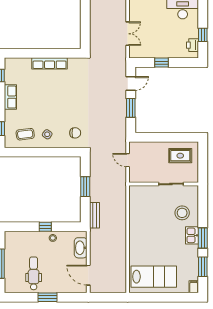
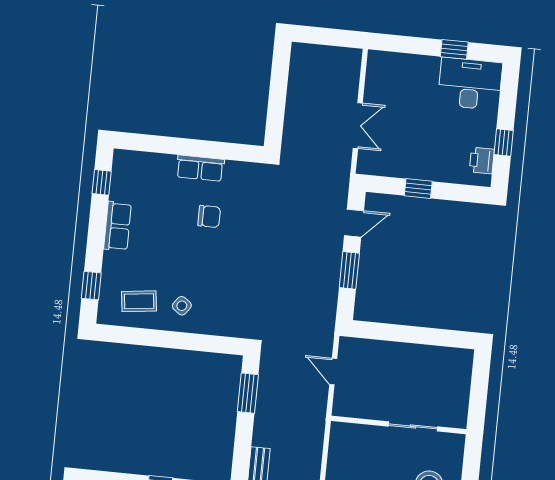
row of seats: (50, 63) -> (200, 168), width x0.68
chair: (75, 133) -> (209, 216), moved
rug: (180, 156) -> (436, 373), removed
window: (85, 187) -> (248, 393), moved

